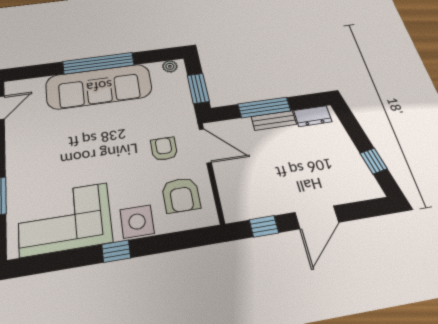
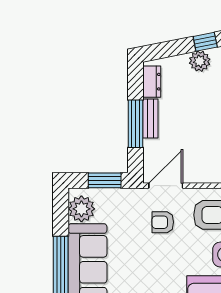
plant: (170, 66) -> (81, 209), width x1.87, depth x1.87
plant: (351, 159) -> (200, 61), added

